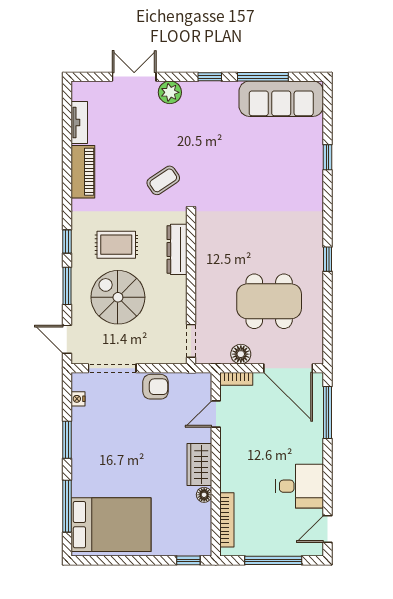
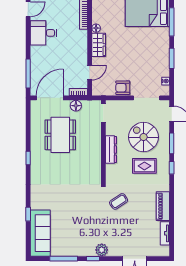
plant: (170, 92) -> (102, 250), moved
sofa: (281, 99) -> (40, 233), moved, turned 90
dresser: (177, 249) -> (111, 149), moved
spiral stairs: (118, 297) -> (144, 137), turned 180
dining table: (269, 301) -> (60, 135), turned 90
door: (288, 368) -> (50, 98), hinge flipped

